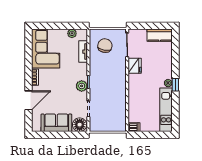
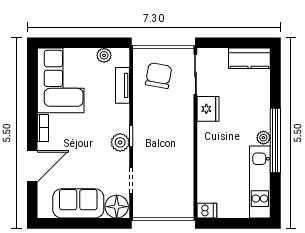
window: (175, 85) -> (275, 141), width x3.17

